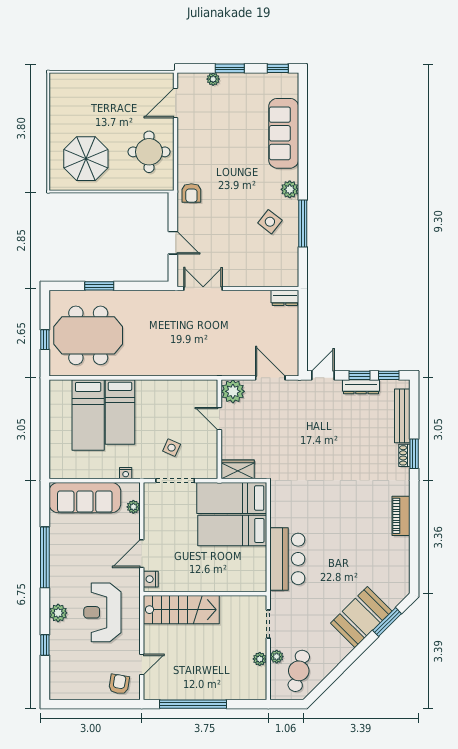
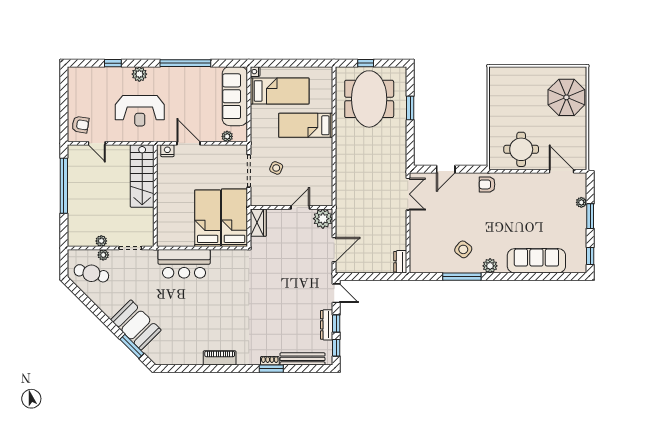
parasol: (86, 159) -> (566, 97), moved
bed: (88, 415) -> (280, 91), moved, turned 180
nightstand: (126, 473) -> (255, 72), moved
reception desk: (102, 612) -> (140, 111), turned 180

